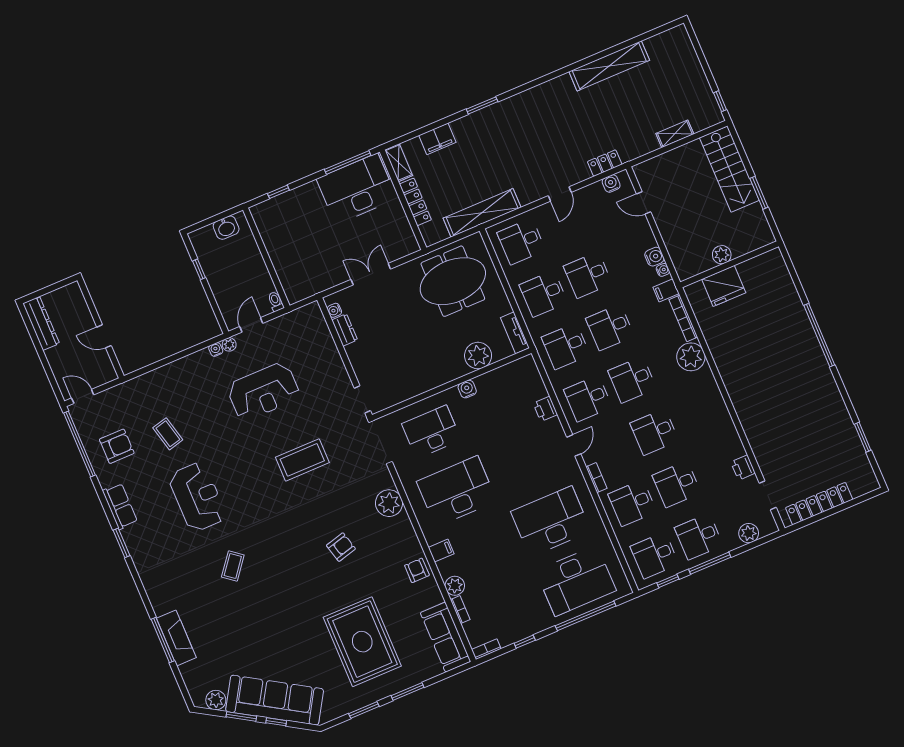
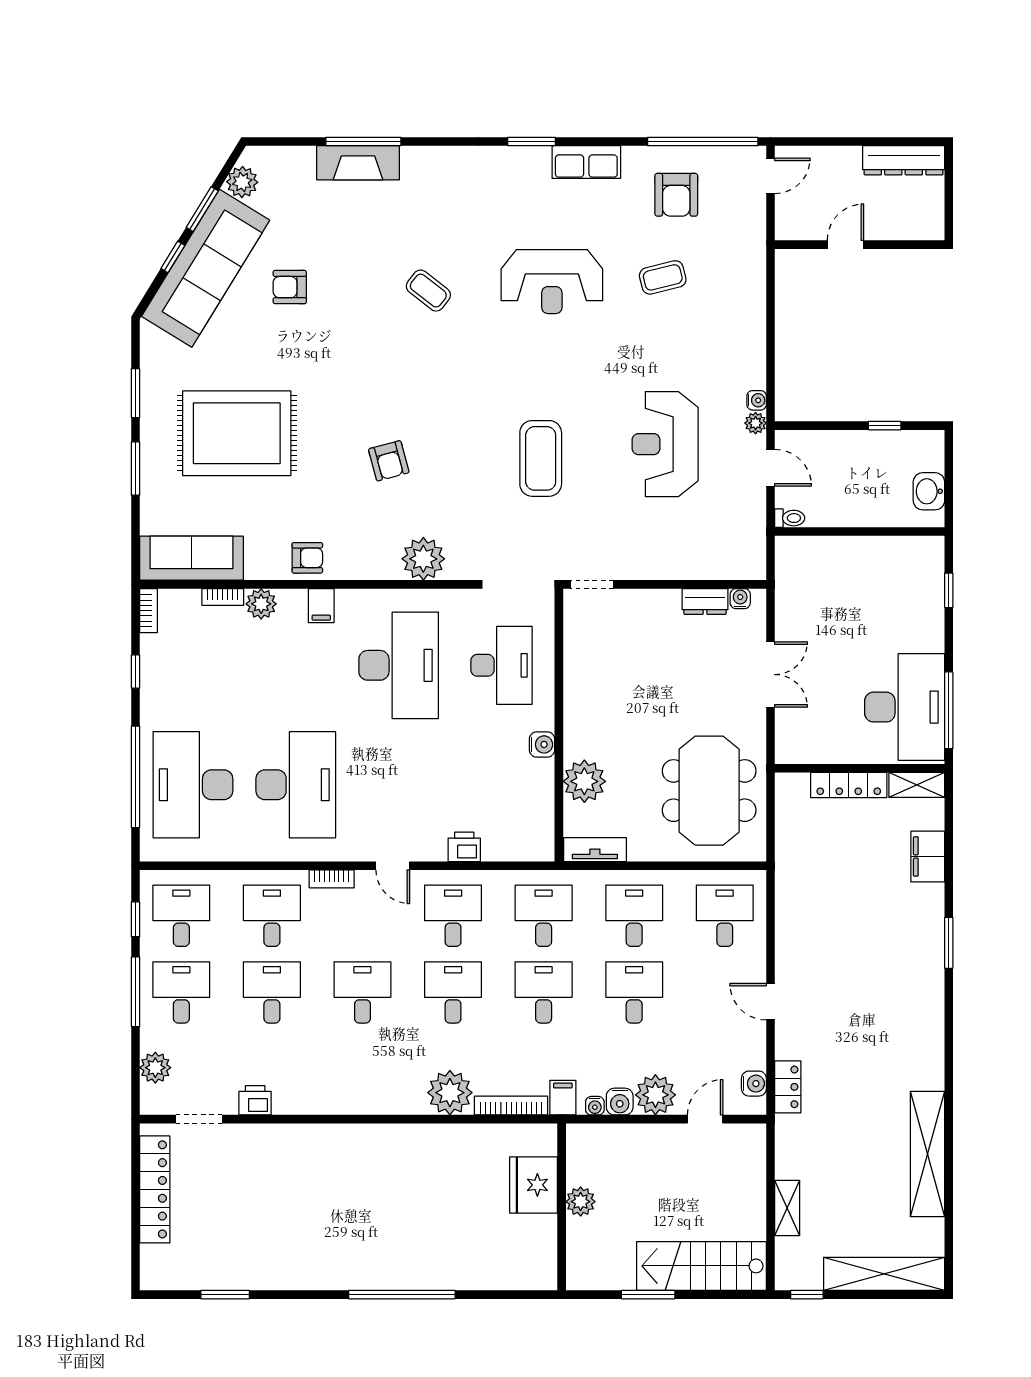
shelving: (482, 213) -> (884, 1274), moved, turned 90
plant: (642, 238) -> (655, 1095), added
armchair: (265, 647) -> (290, 287), added

